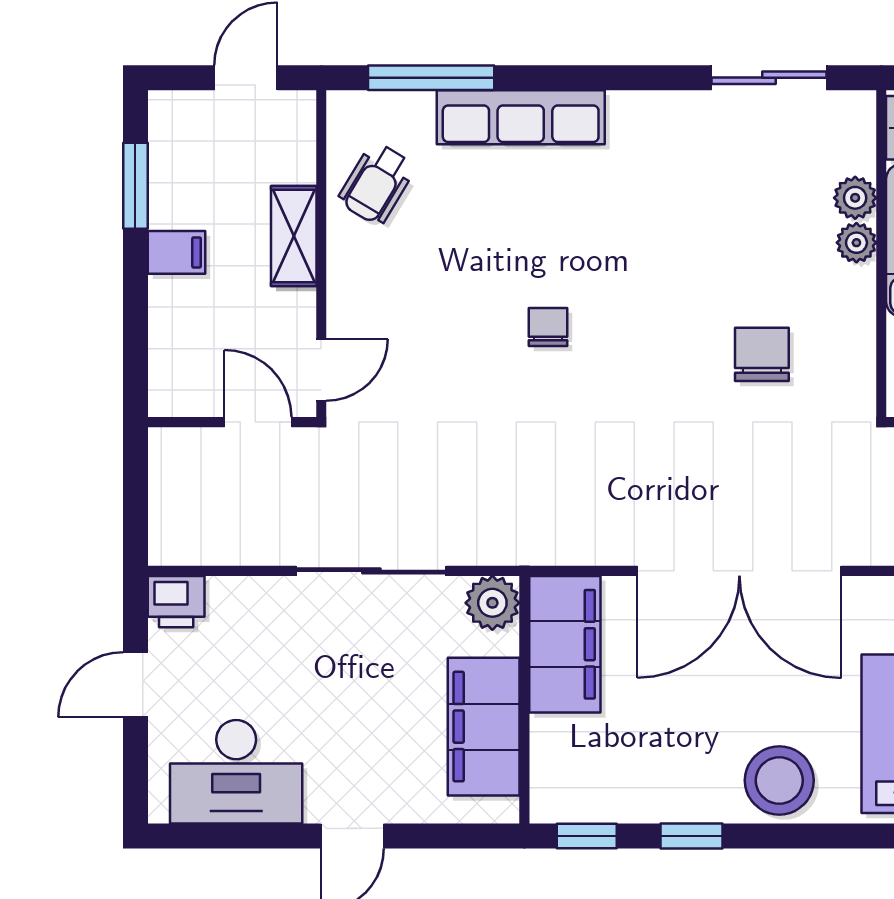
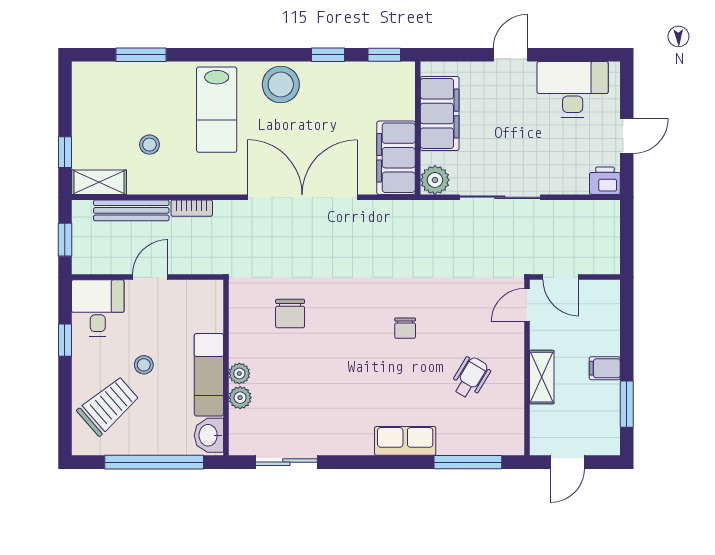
row of seats: (521, 117) -> (405, 441), width x0.68
wheelchair: (377, 184) -> (471, 377), moved

